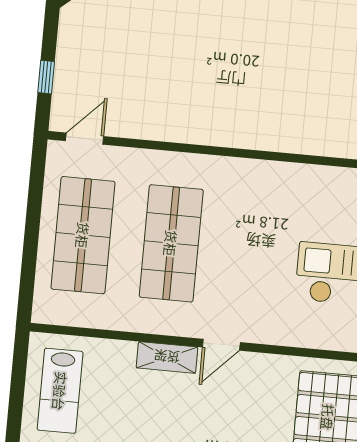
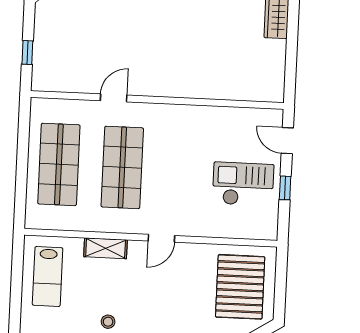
door: (85, 139) -> (114, 98), moved
shelving: (167, 357) -> (106, 248), moved

